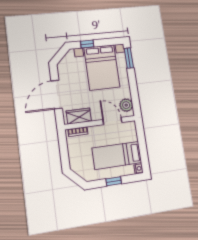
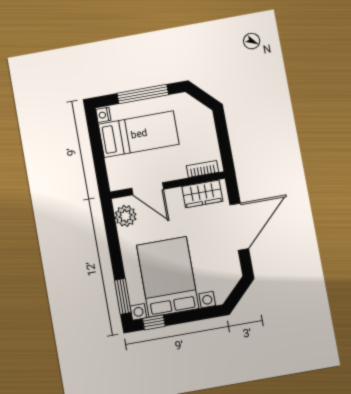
window: (87, 44) -> (154, 322), moved
window: (114, 181) -> (143, 94), width x2.17

